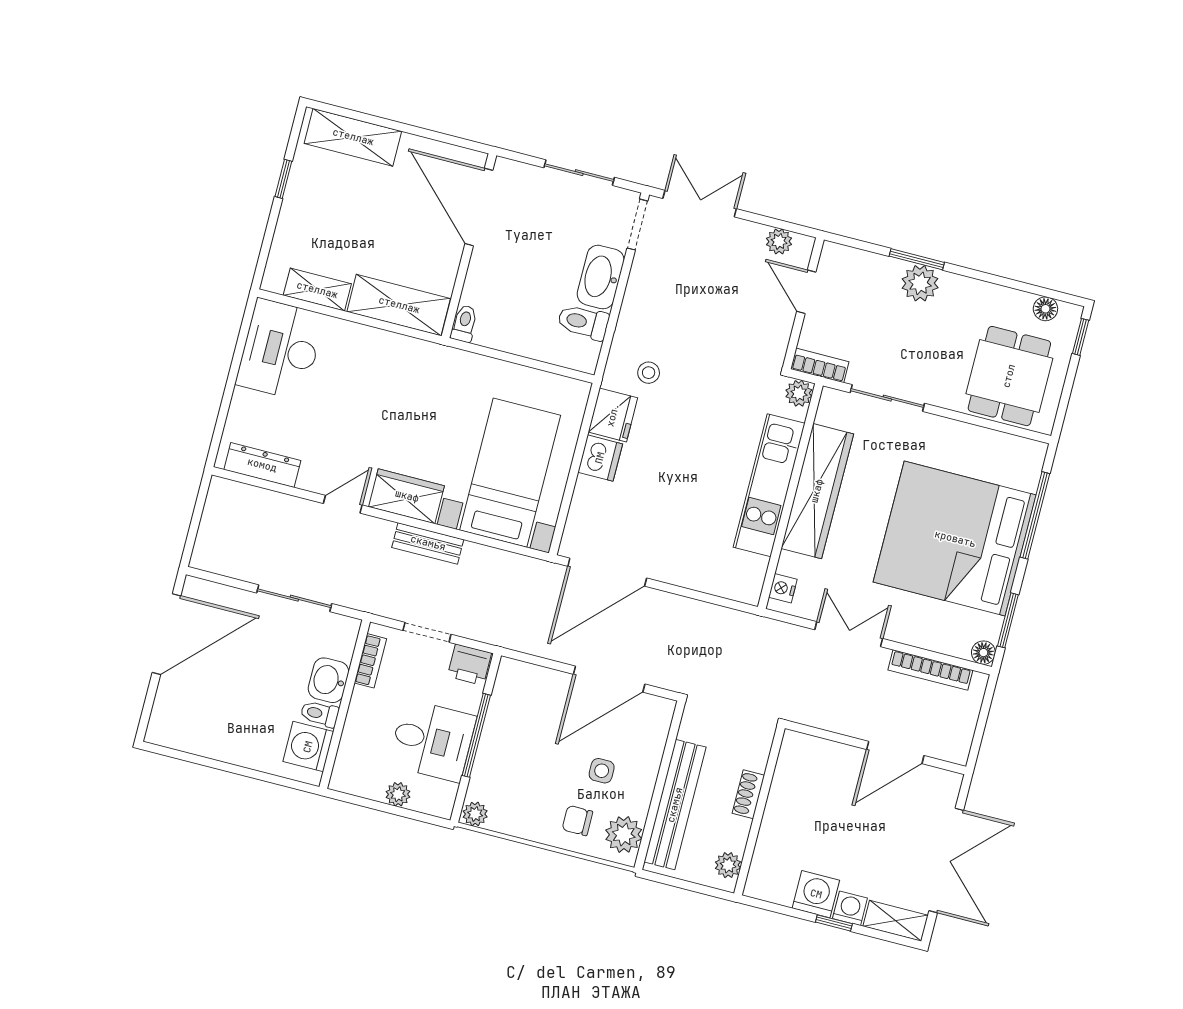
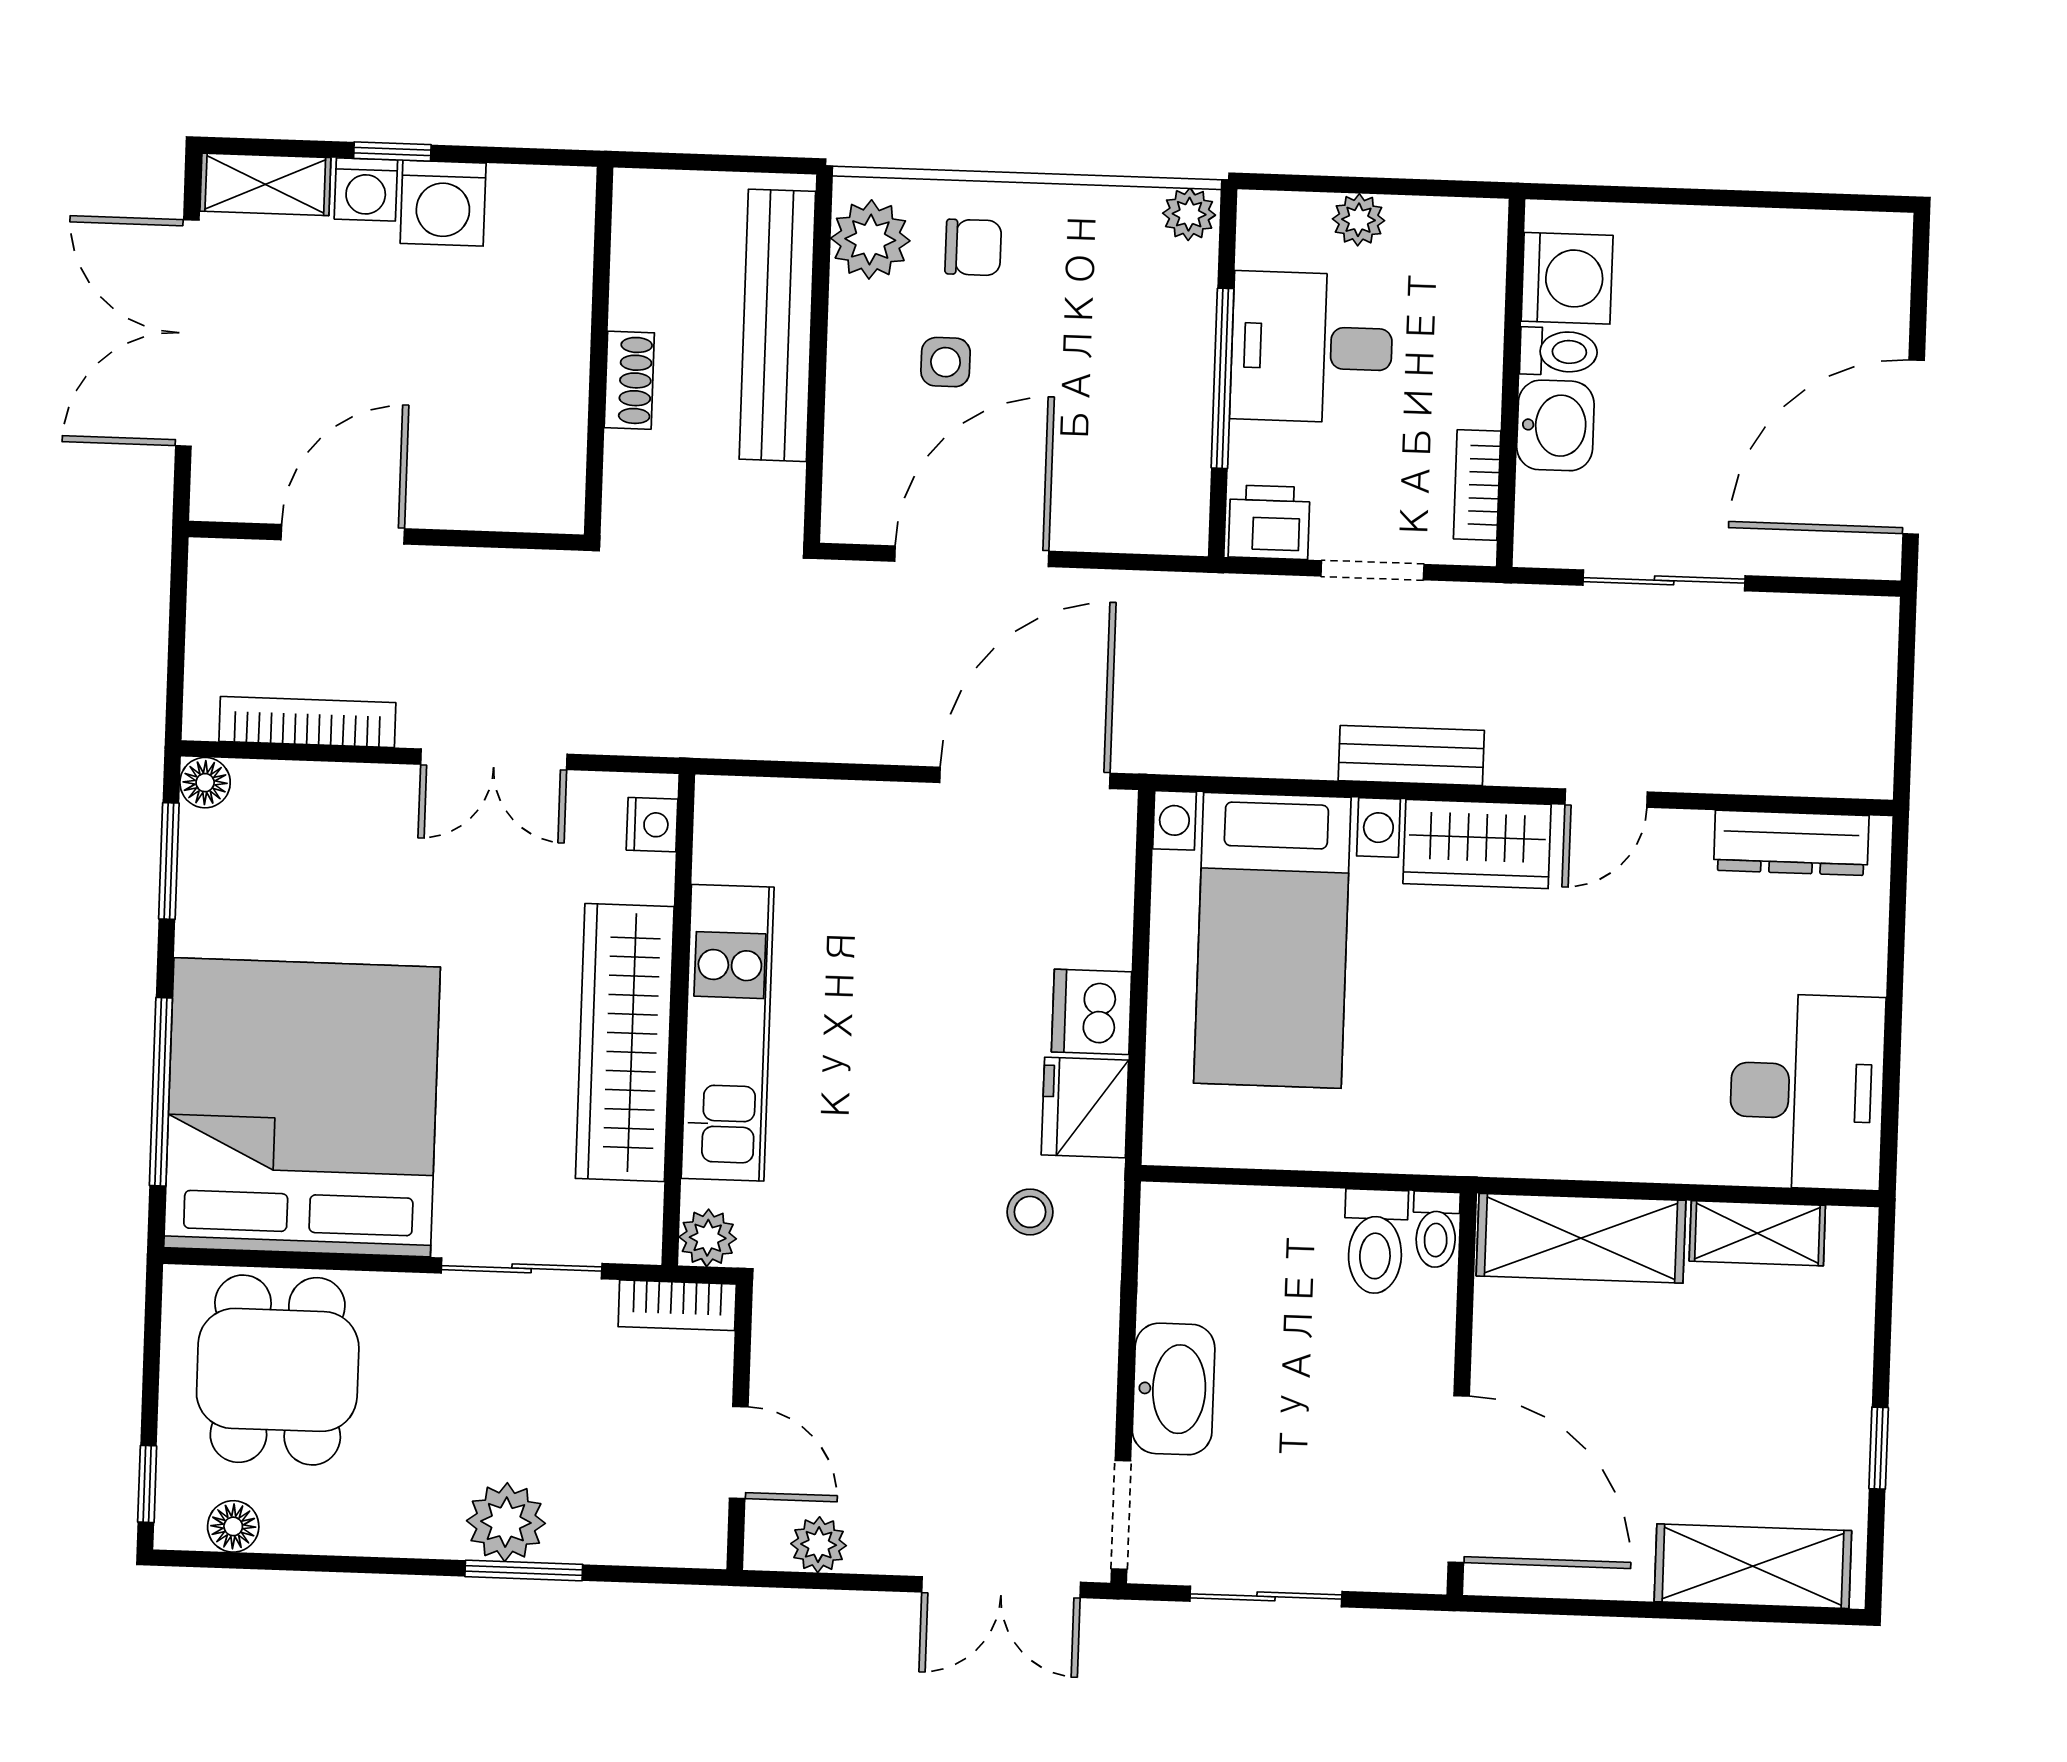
toilet: (583, 322) -> (1375, 1241), moved, turned 90
bed: (955, 539) -> (302, 1107), moved, turned -90
plant: (728, 865) -> (639, 224), removed

